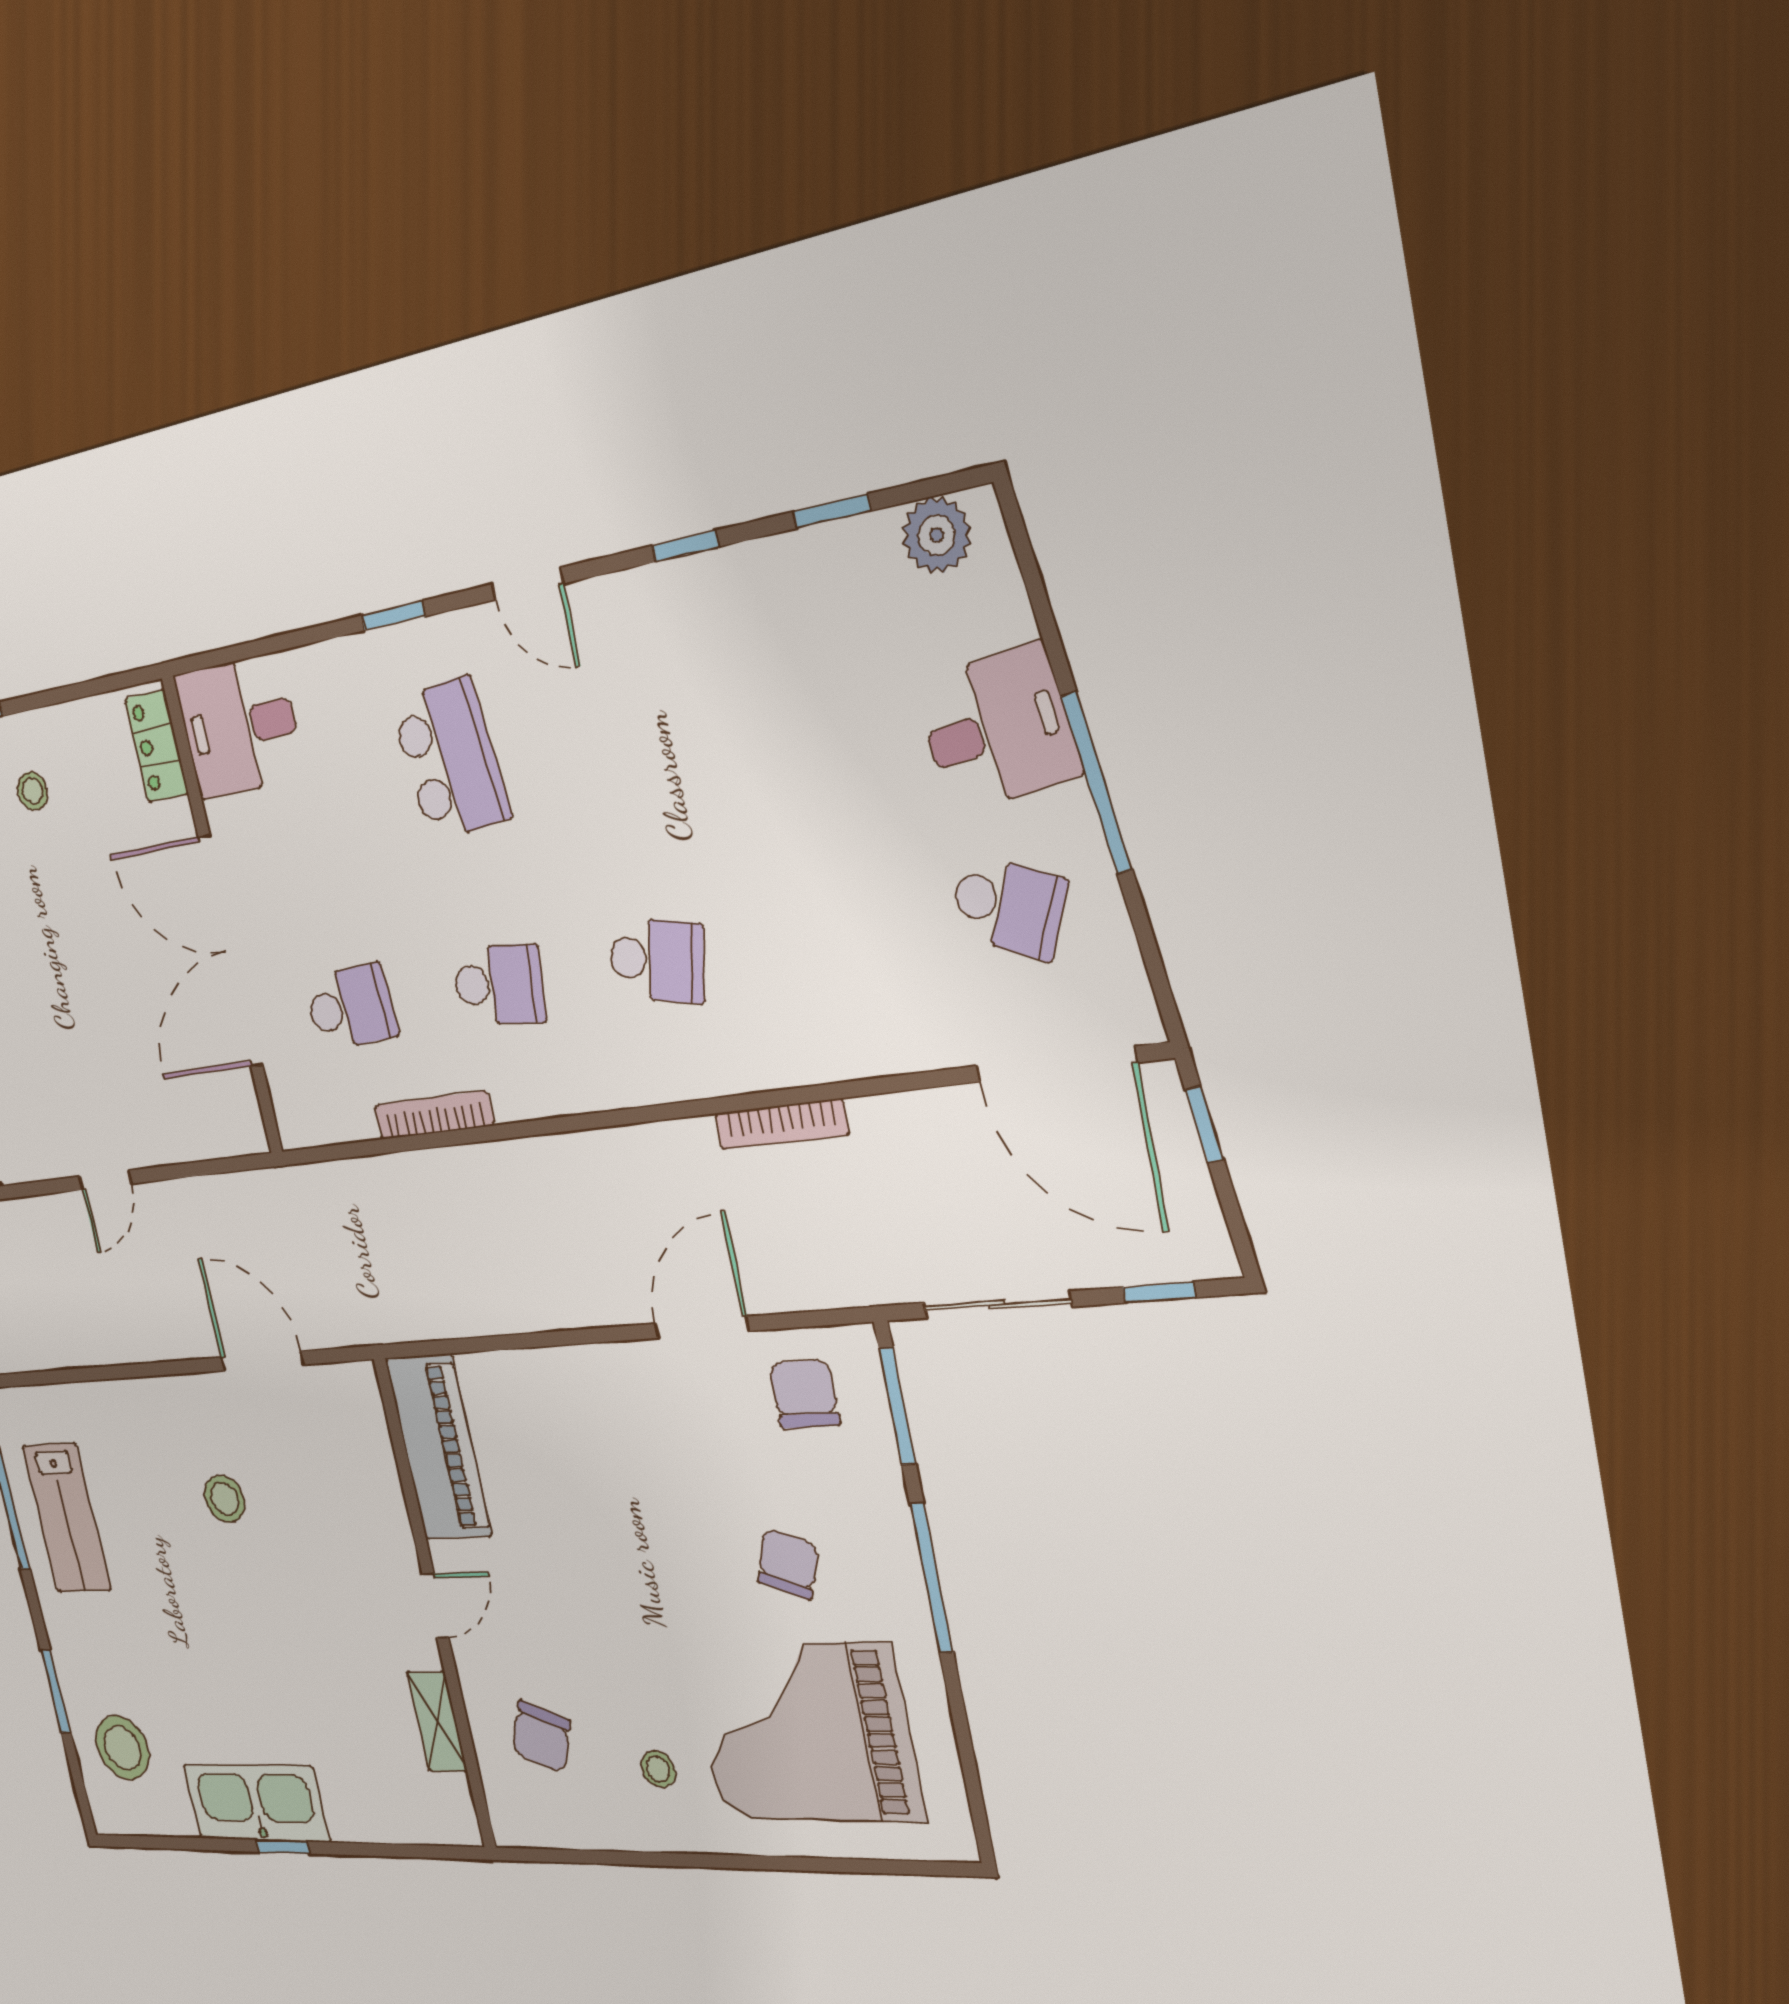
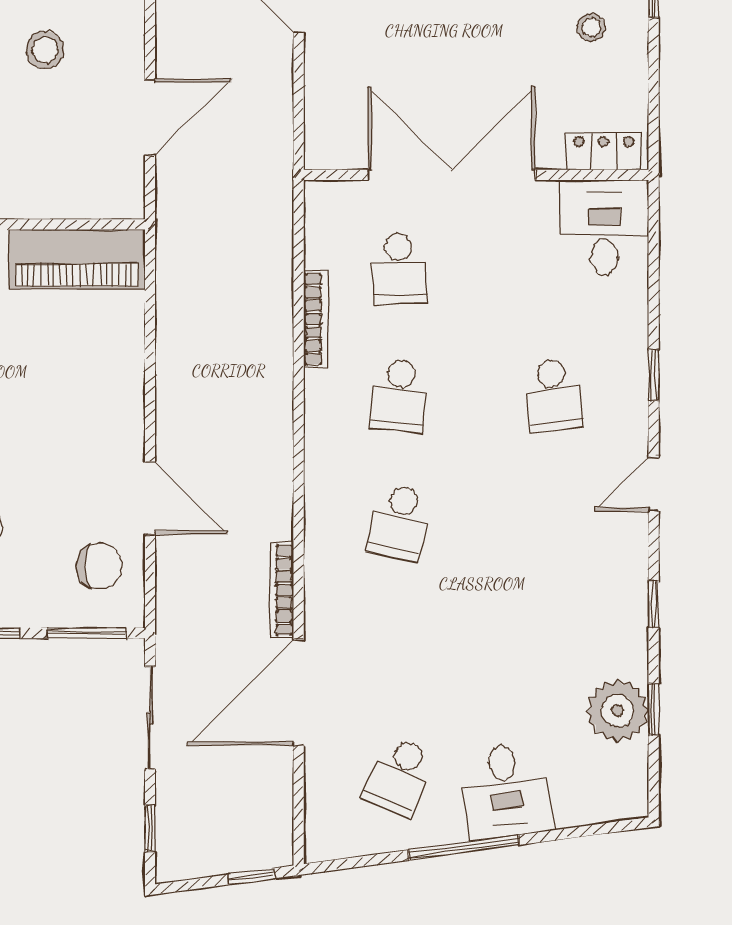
plant: (937, 535) -> (618, 710), moved, width x1.36, depth x1.36
school desk: (450, 760) -> (553, 396), width x0.54
door: (1056, 1064) -> (299, 693), moved

